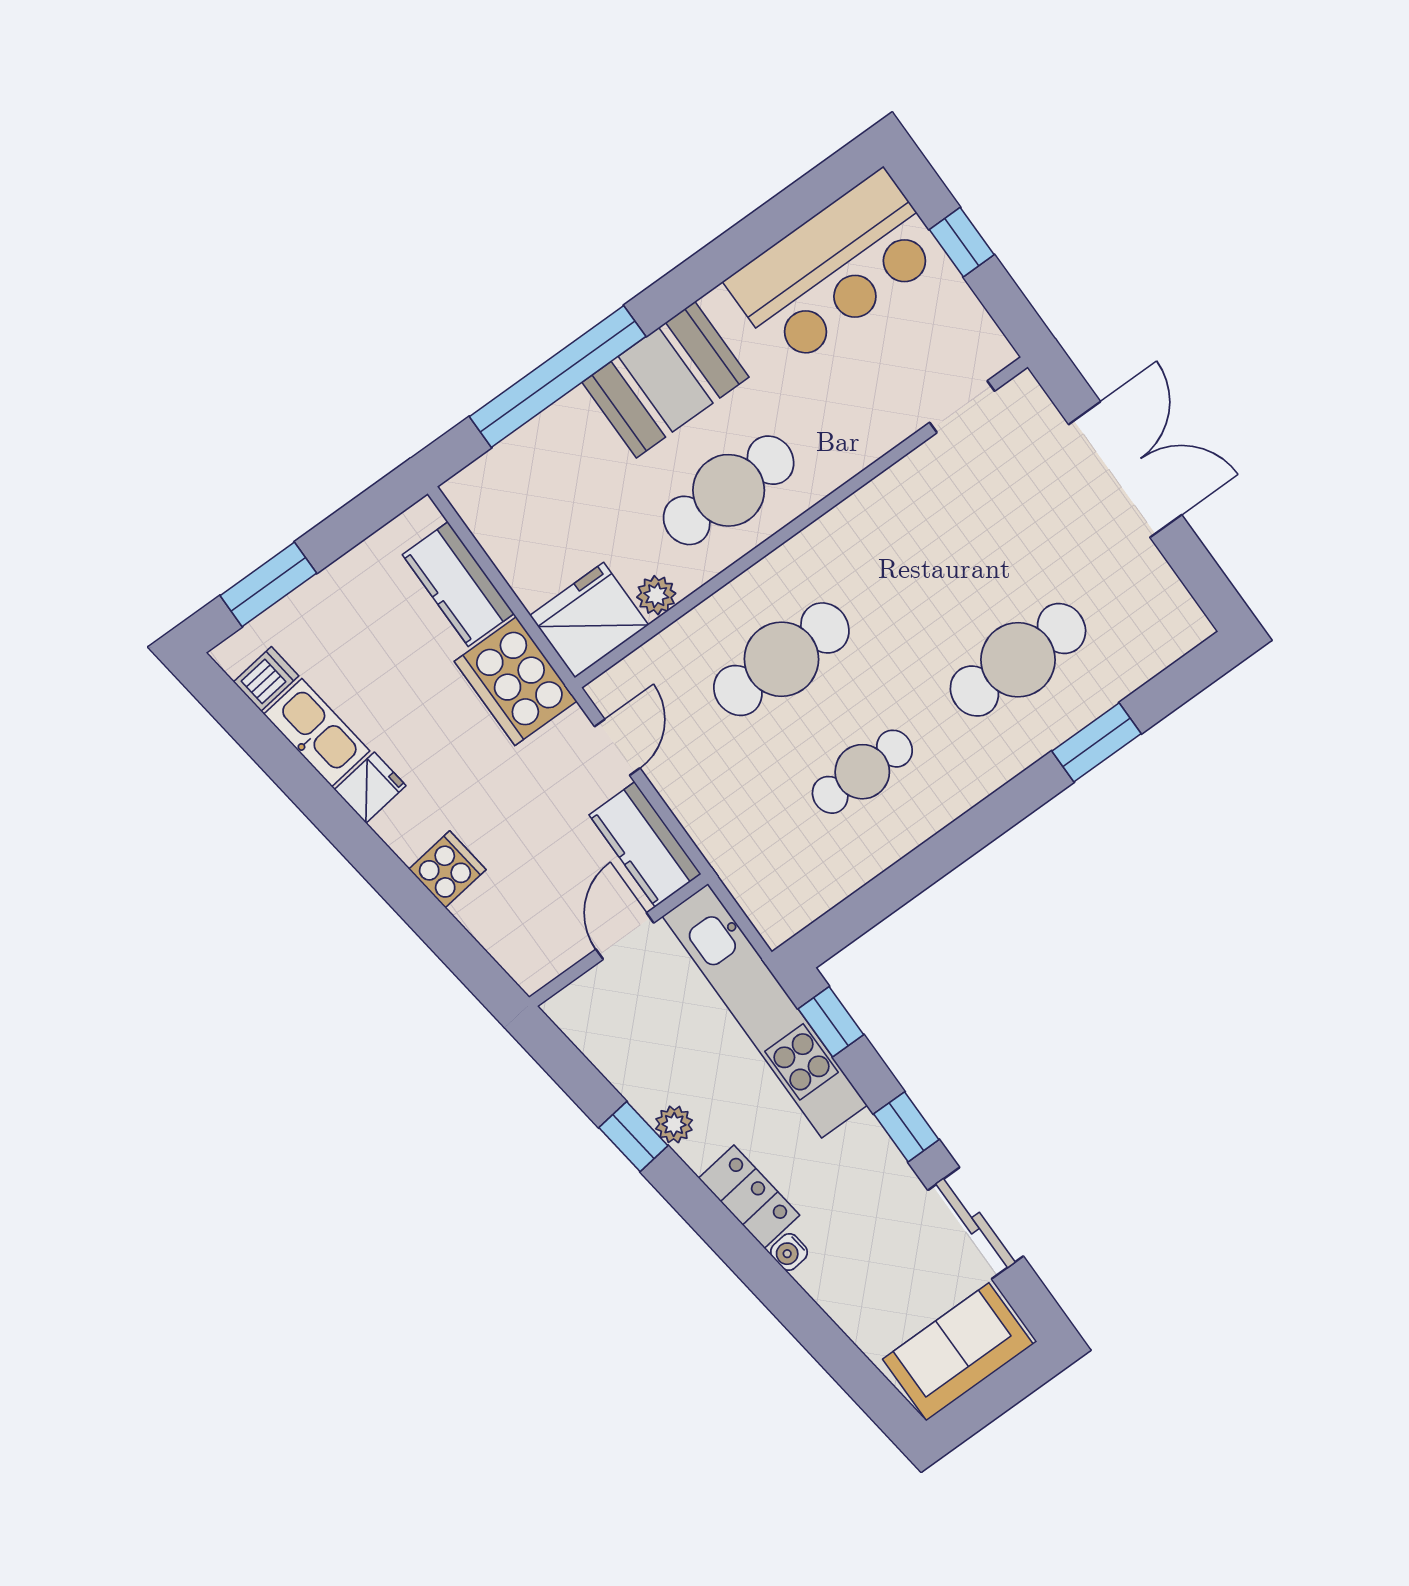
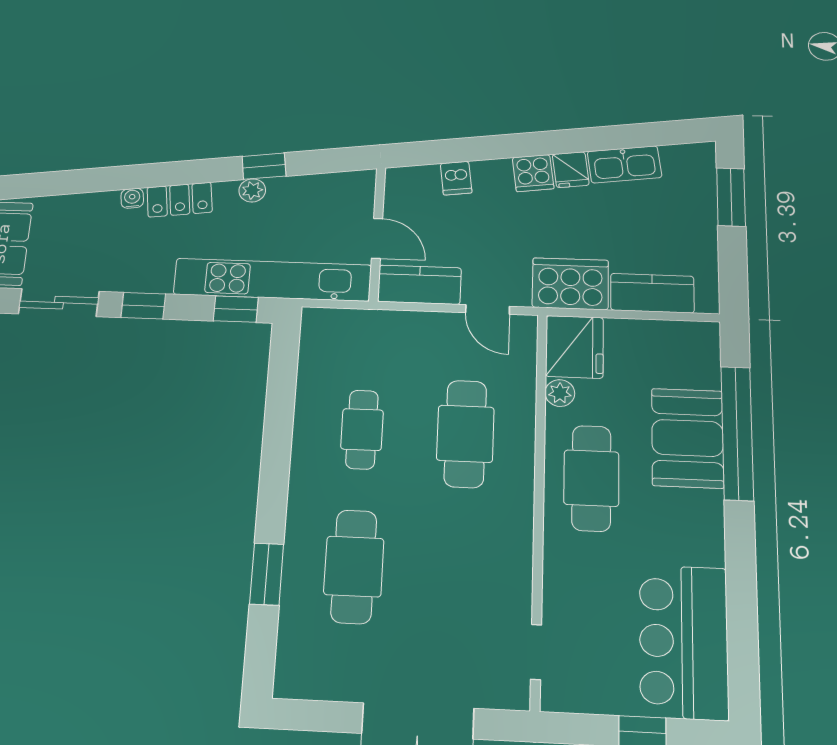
booth: (666, 380) -> (687, 438), moved
dishwasher: (266, 679) -> (456, 178), moved
cooker: (447, 869) -> (533, 173), moved

